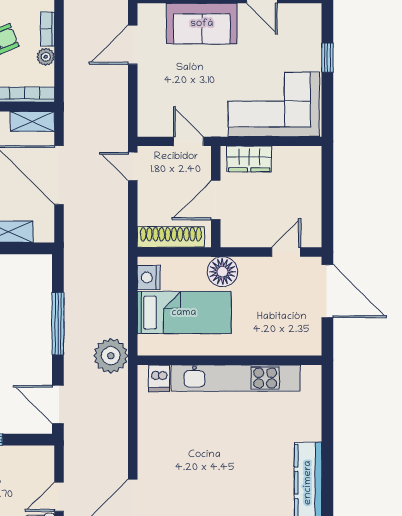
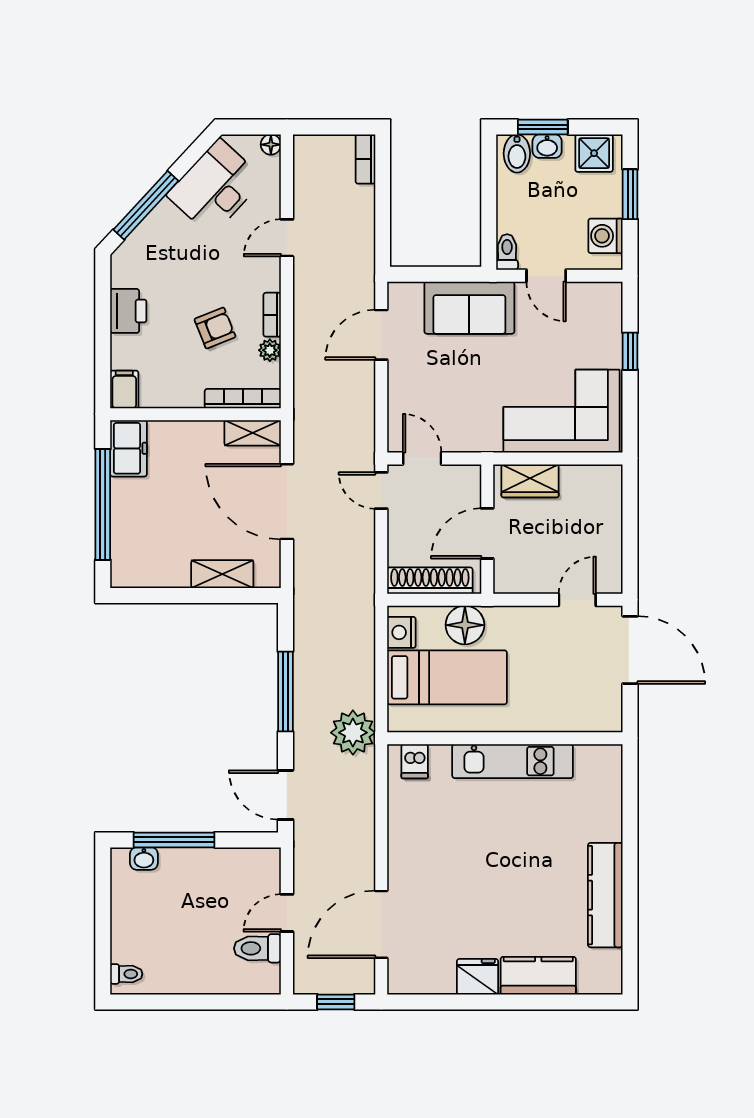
door: (188, 141) -> (422, 458), moved
floor lamp: (222, 272) -> (465, 625), moved
kitchen unit: (236, 378) -> (513, 761), width x0.73

